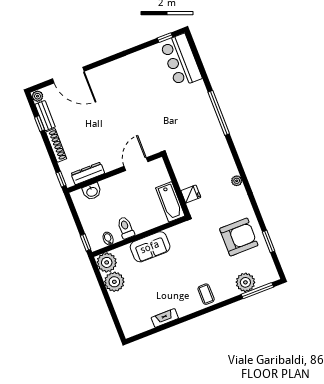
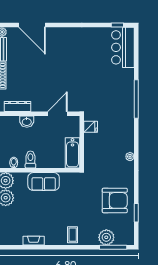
washbasin: (92, 192) -> (27, 122), moved
fridge: (191, 194) -> (91, 127), moved

